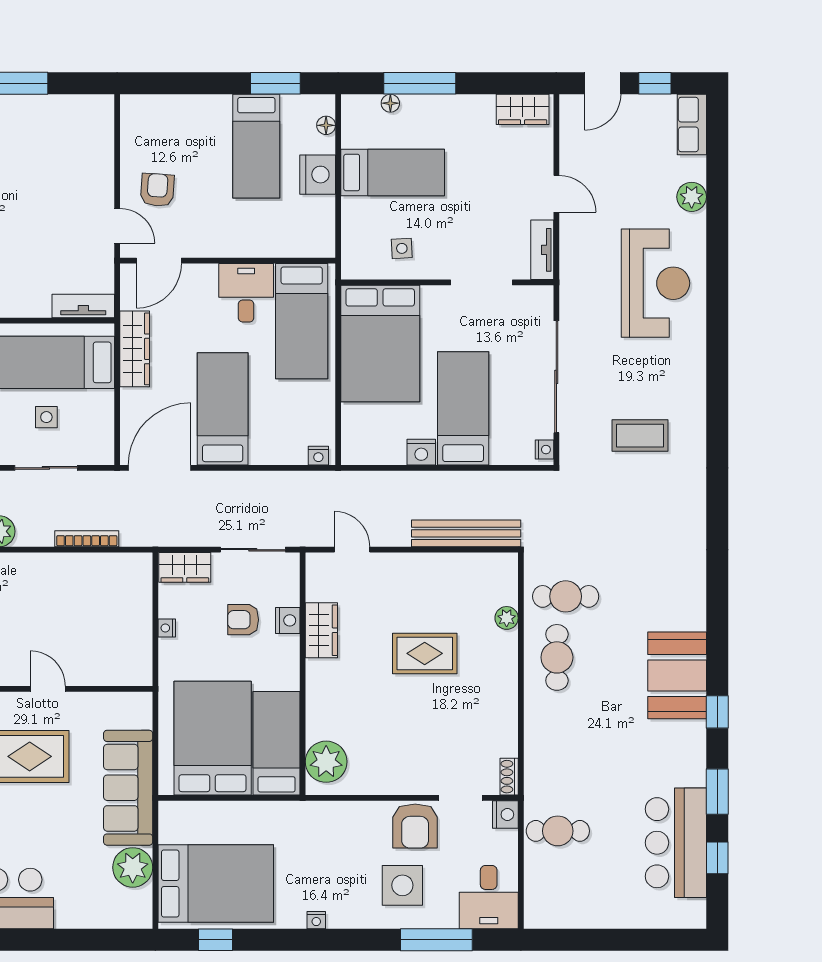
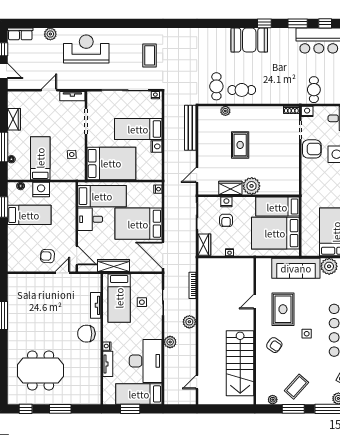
wardrobe: (523, 109) -> (14, 119), moved
tv unit: (83, 306) -> (96, 305), moved
bed: (223, 409) -> (138, 224), width x1.50
plant: (326, 762) -> (252, 186), moved

